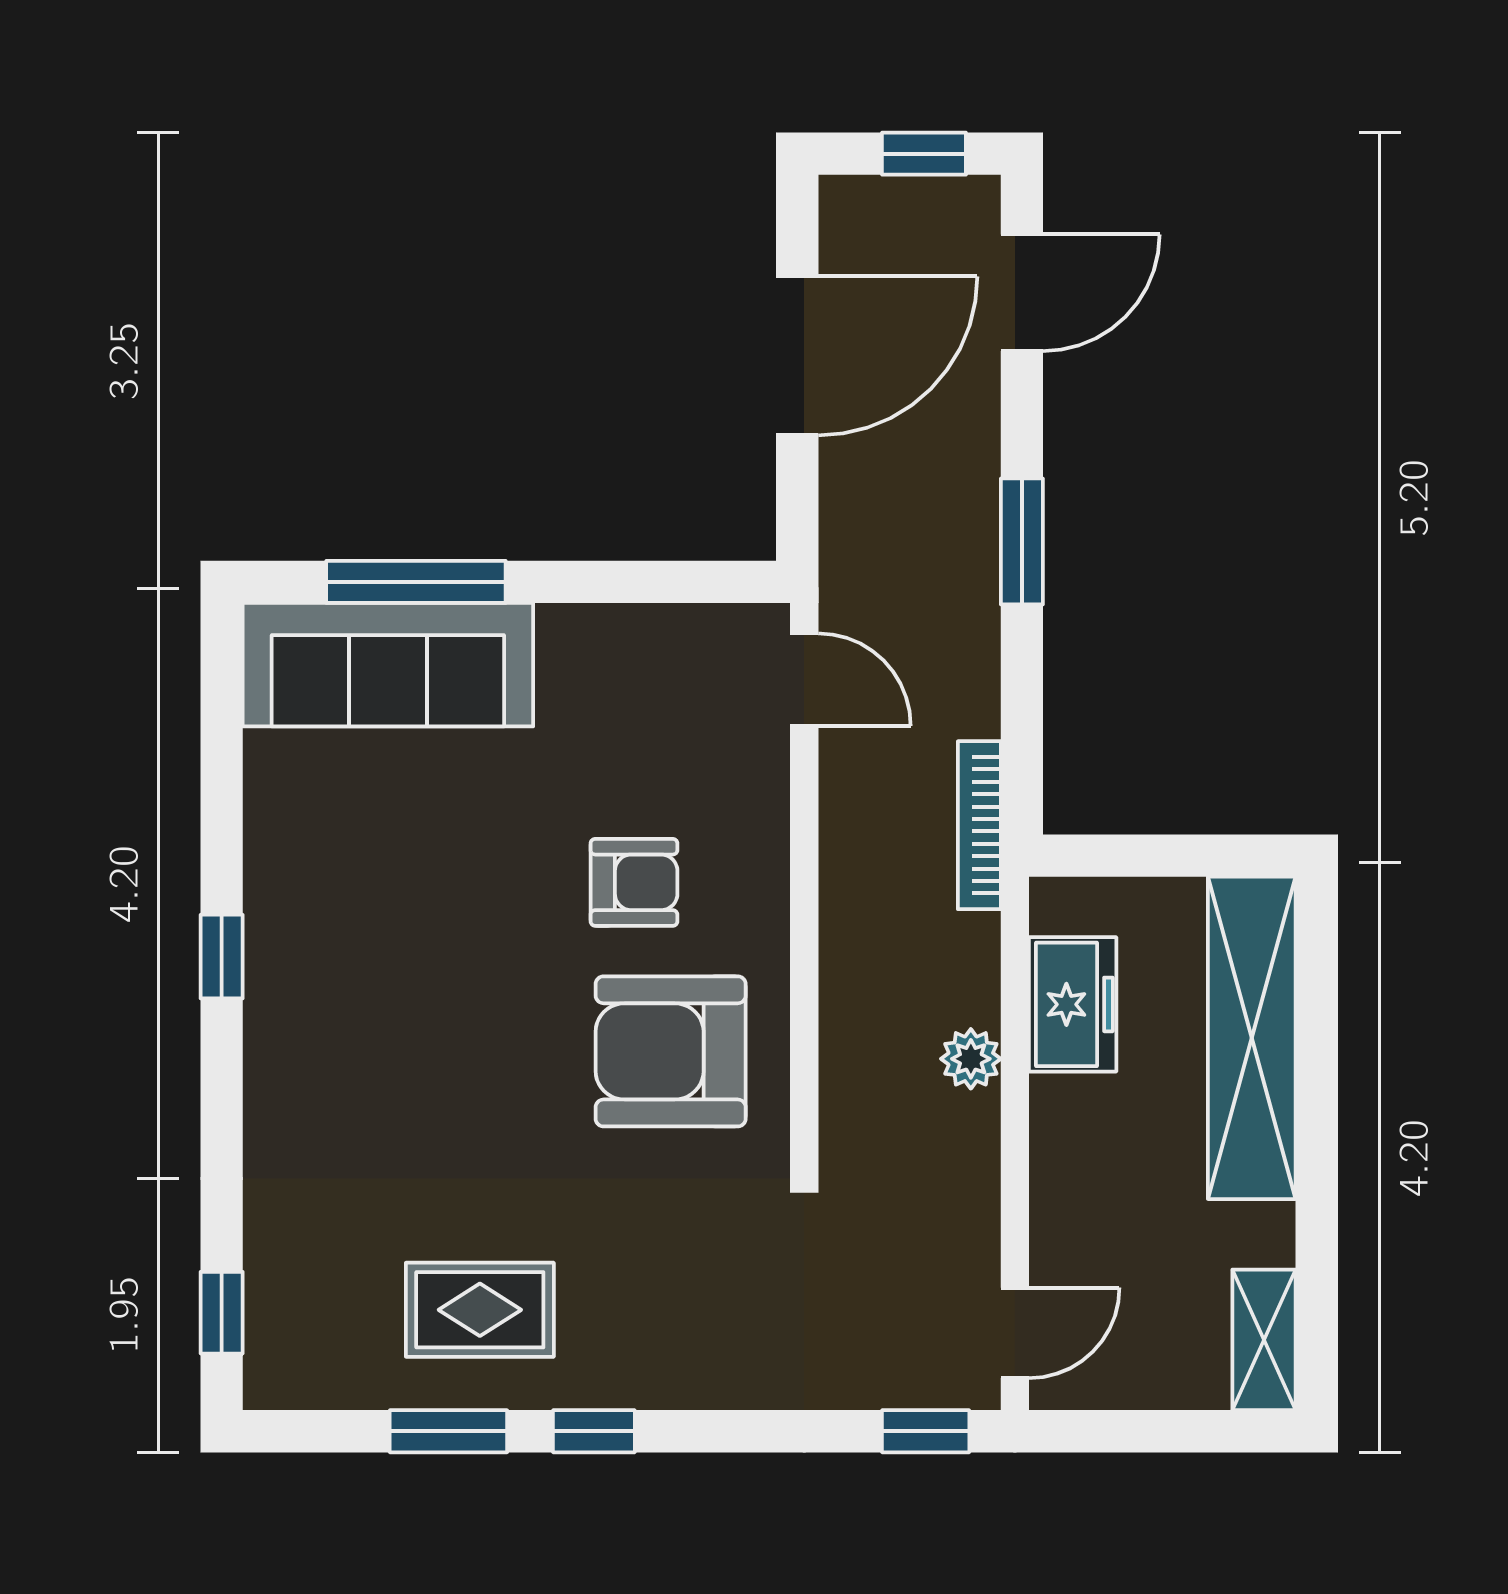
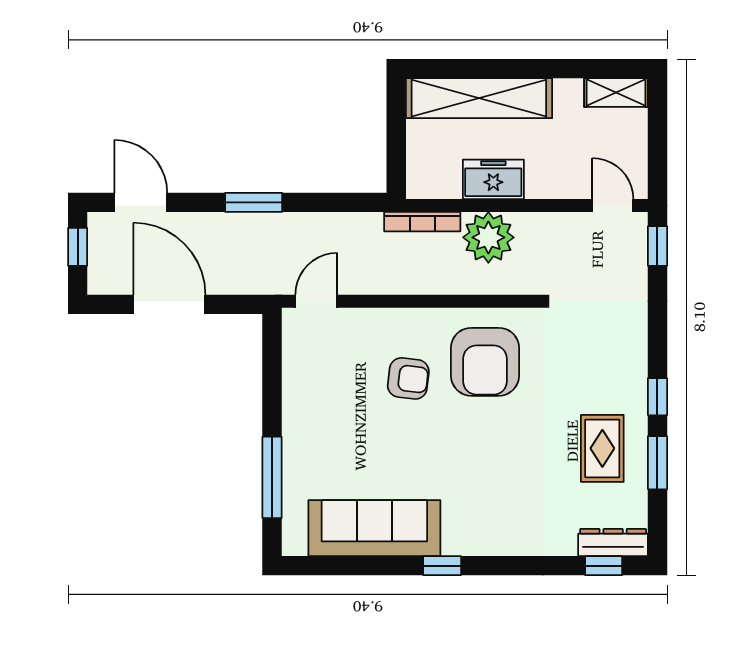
sofa: (388, 665) -> (374, 528), moved, turned -90
bookcase: (979, 825) -> (422, 222), moved
armchair: (634, 882) -> (408, 378), turned 97
freezer: (1073, 1004) -> (493, 179), moved
plant: (971, 1059) -> (488, 237), width x1.87, depth x1.87
dresser: (273, 1333) -> (613, 542), added

